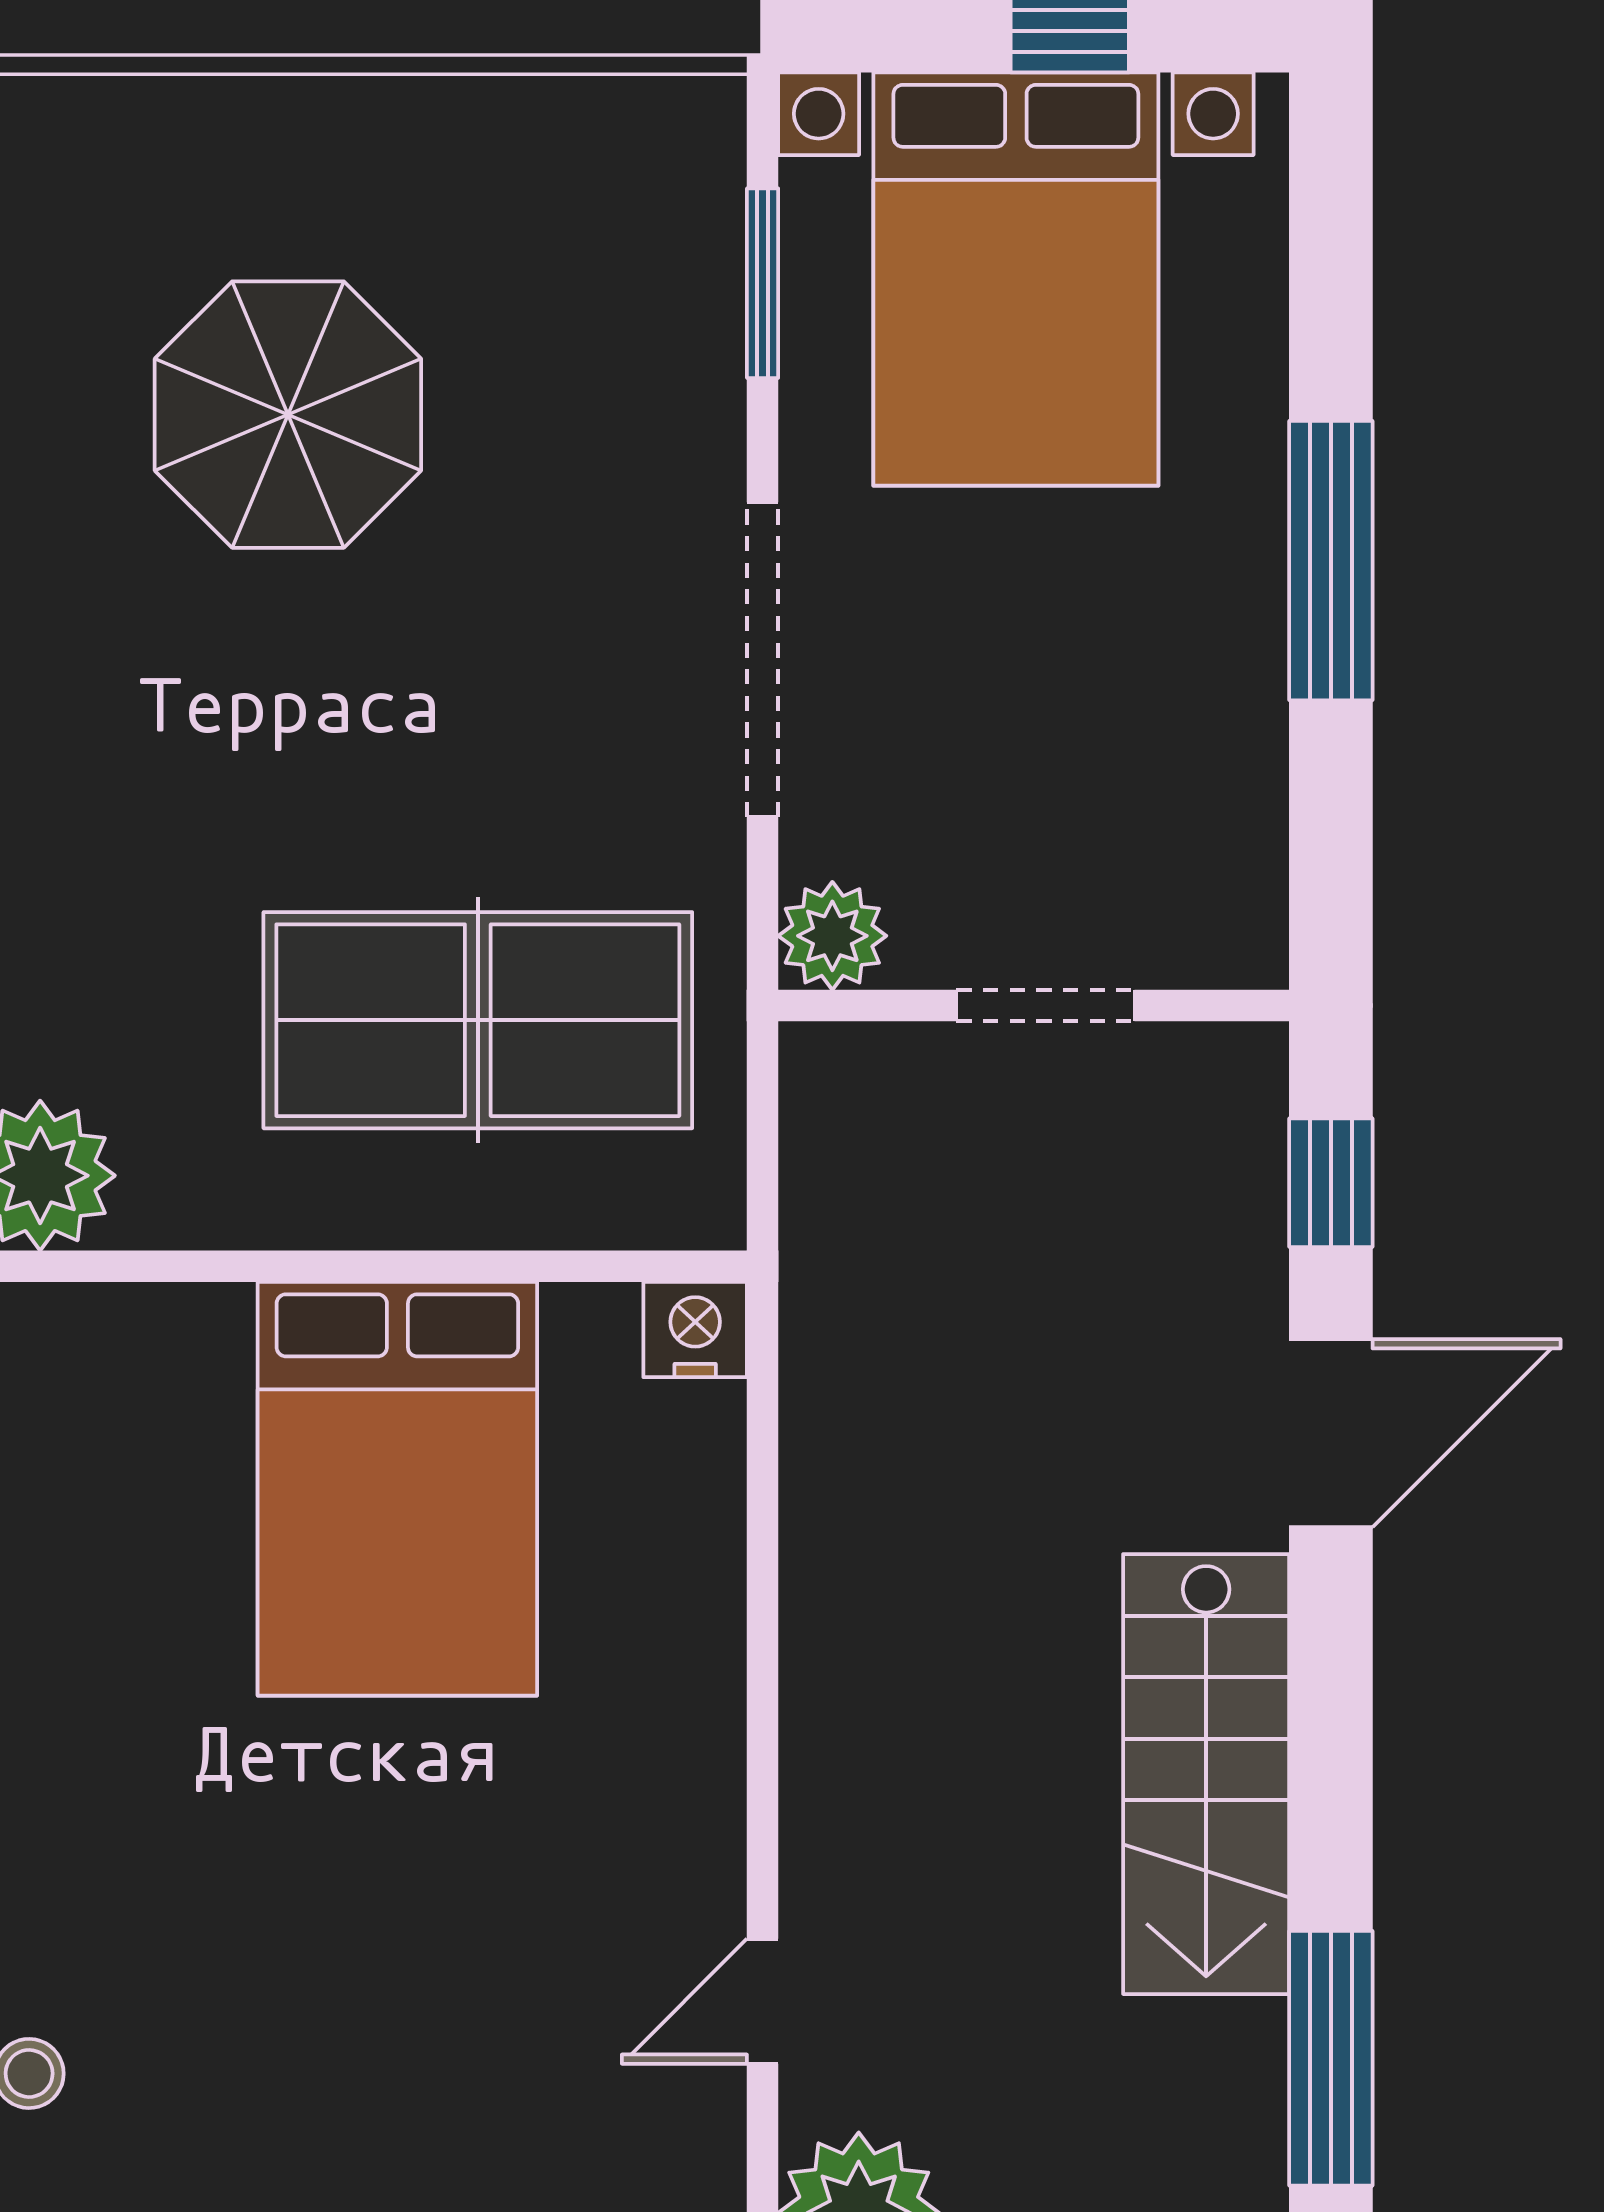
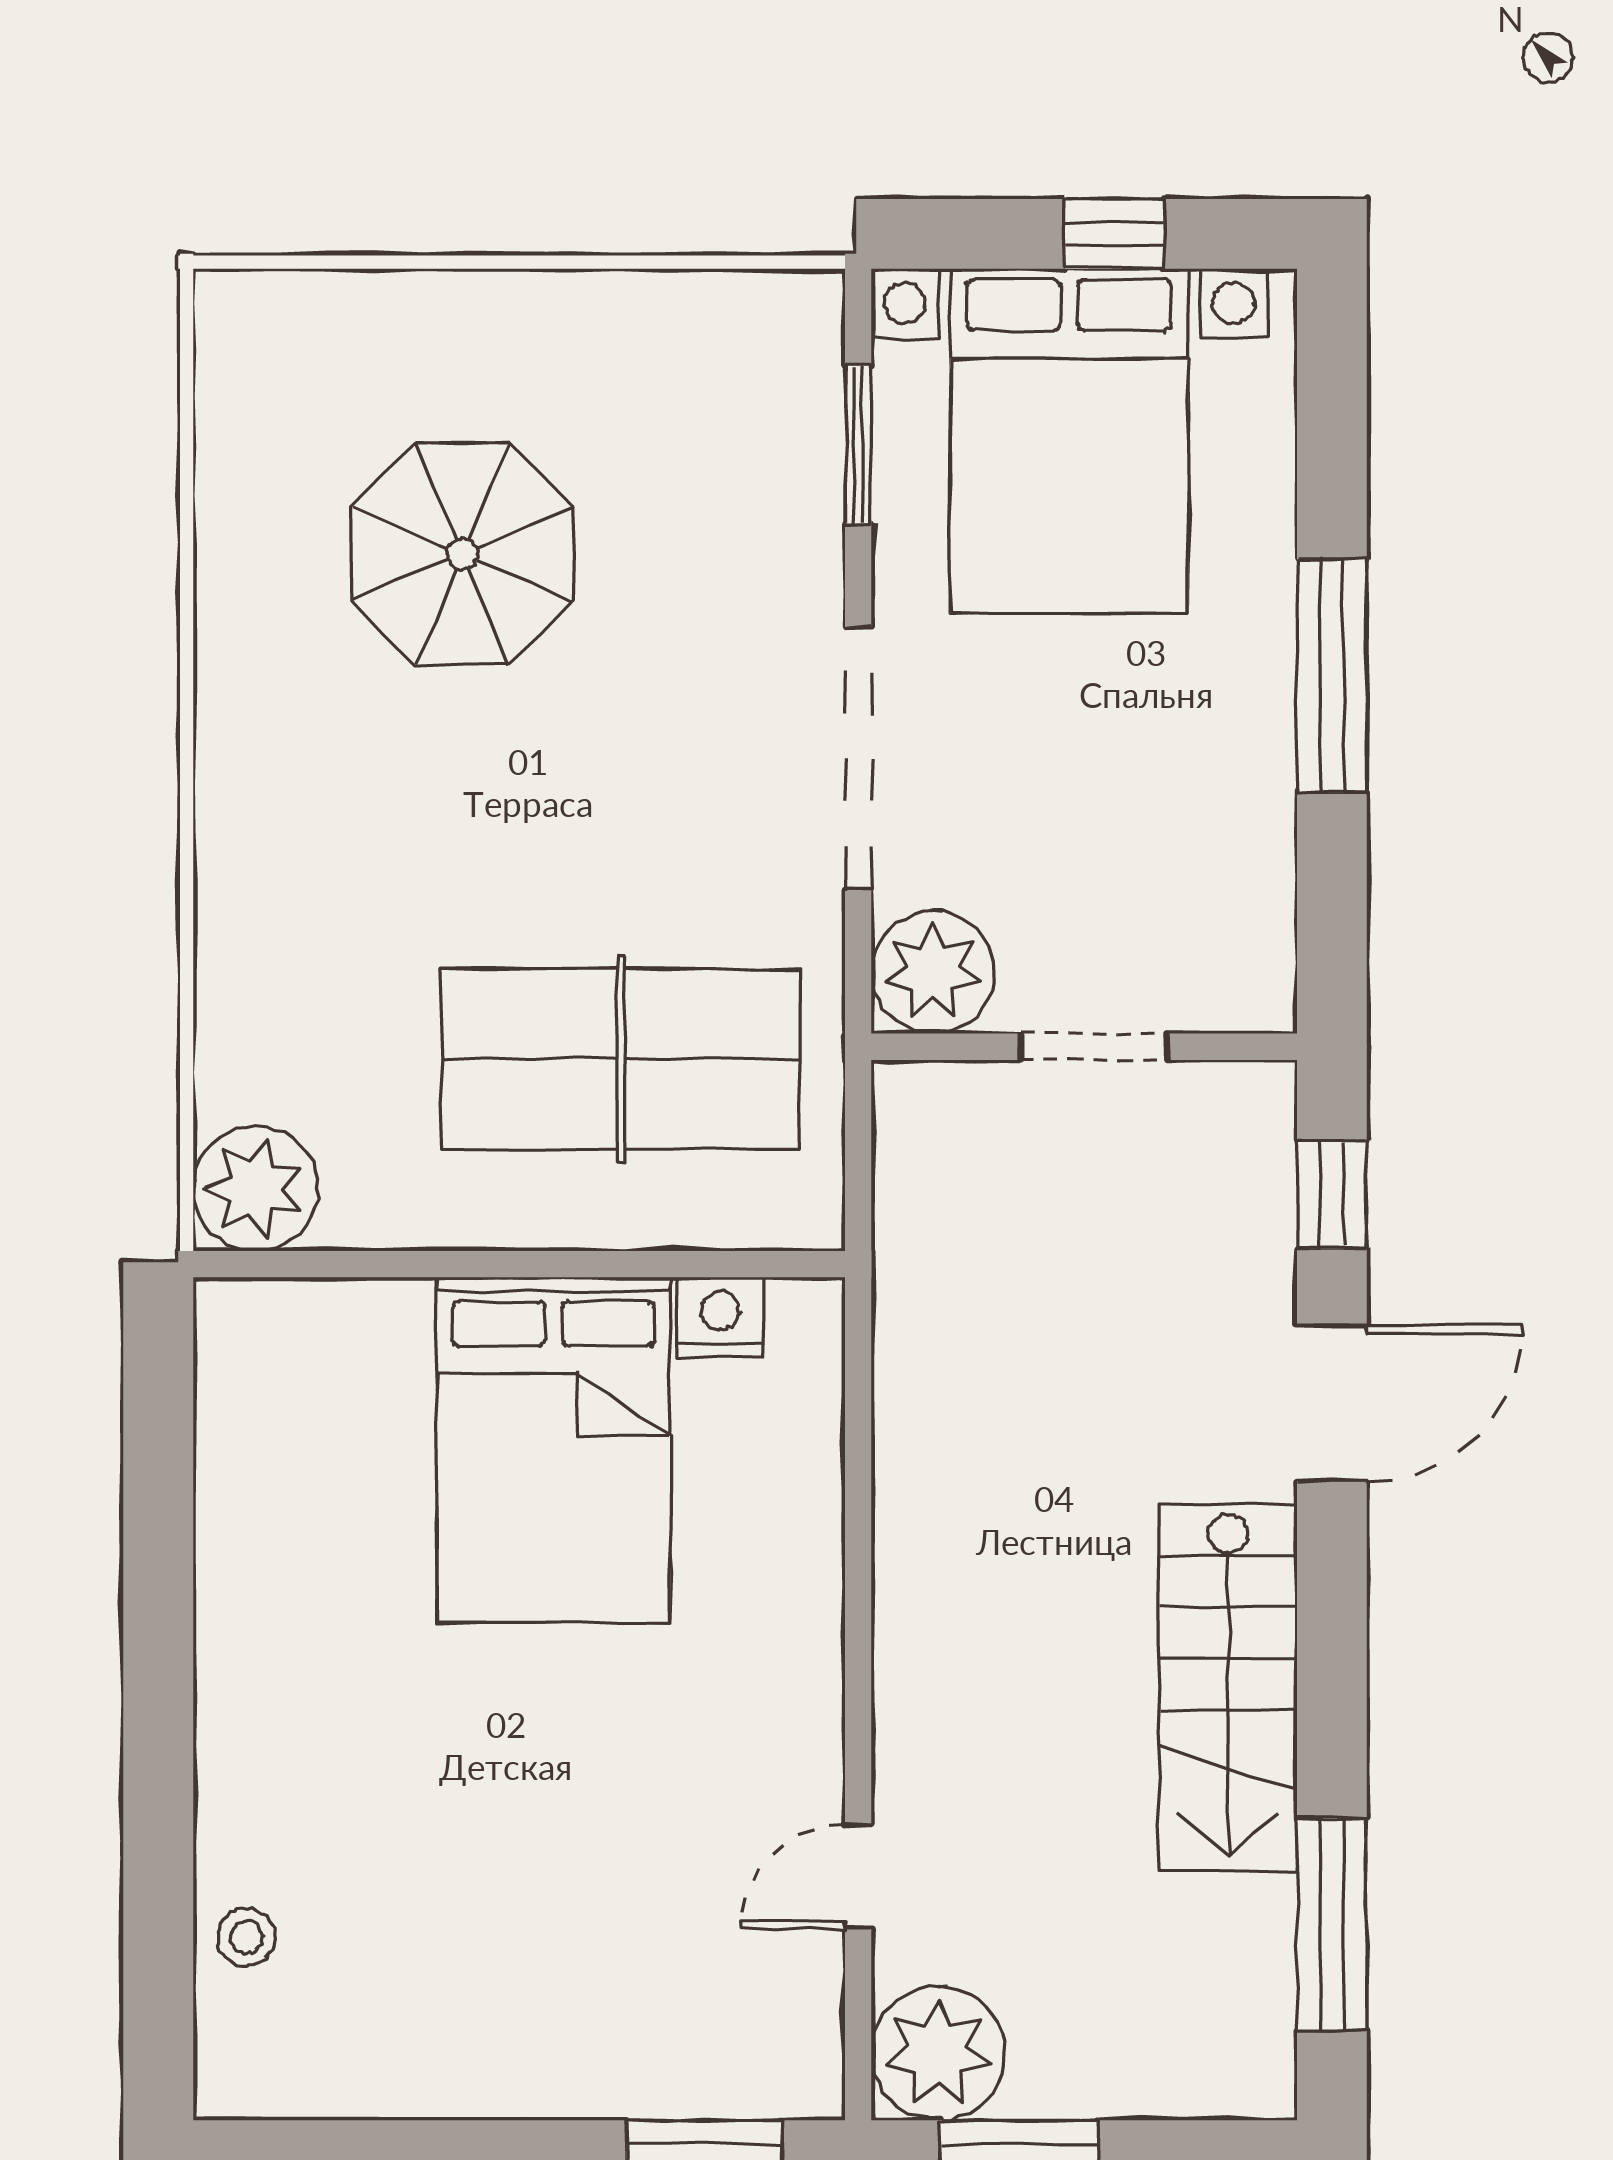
plant: (832, 936) -> (933, 972), width x1.36, depth x1.36
nightstand: (695, 1330) -> (720, 1317), moved

